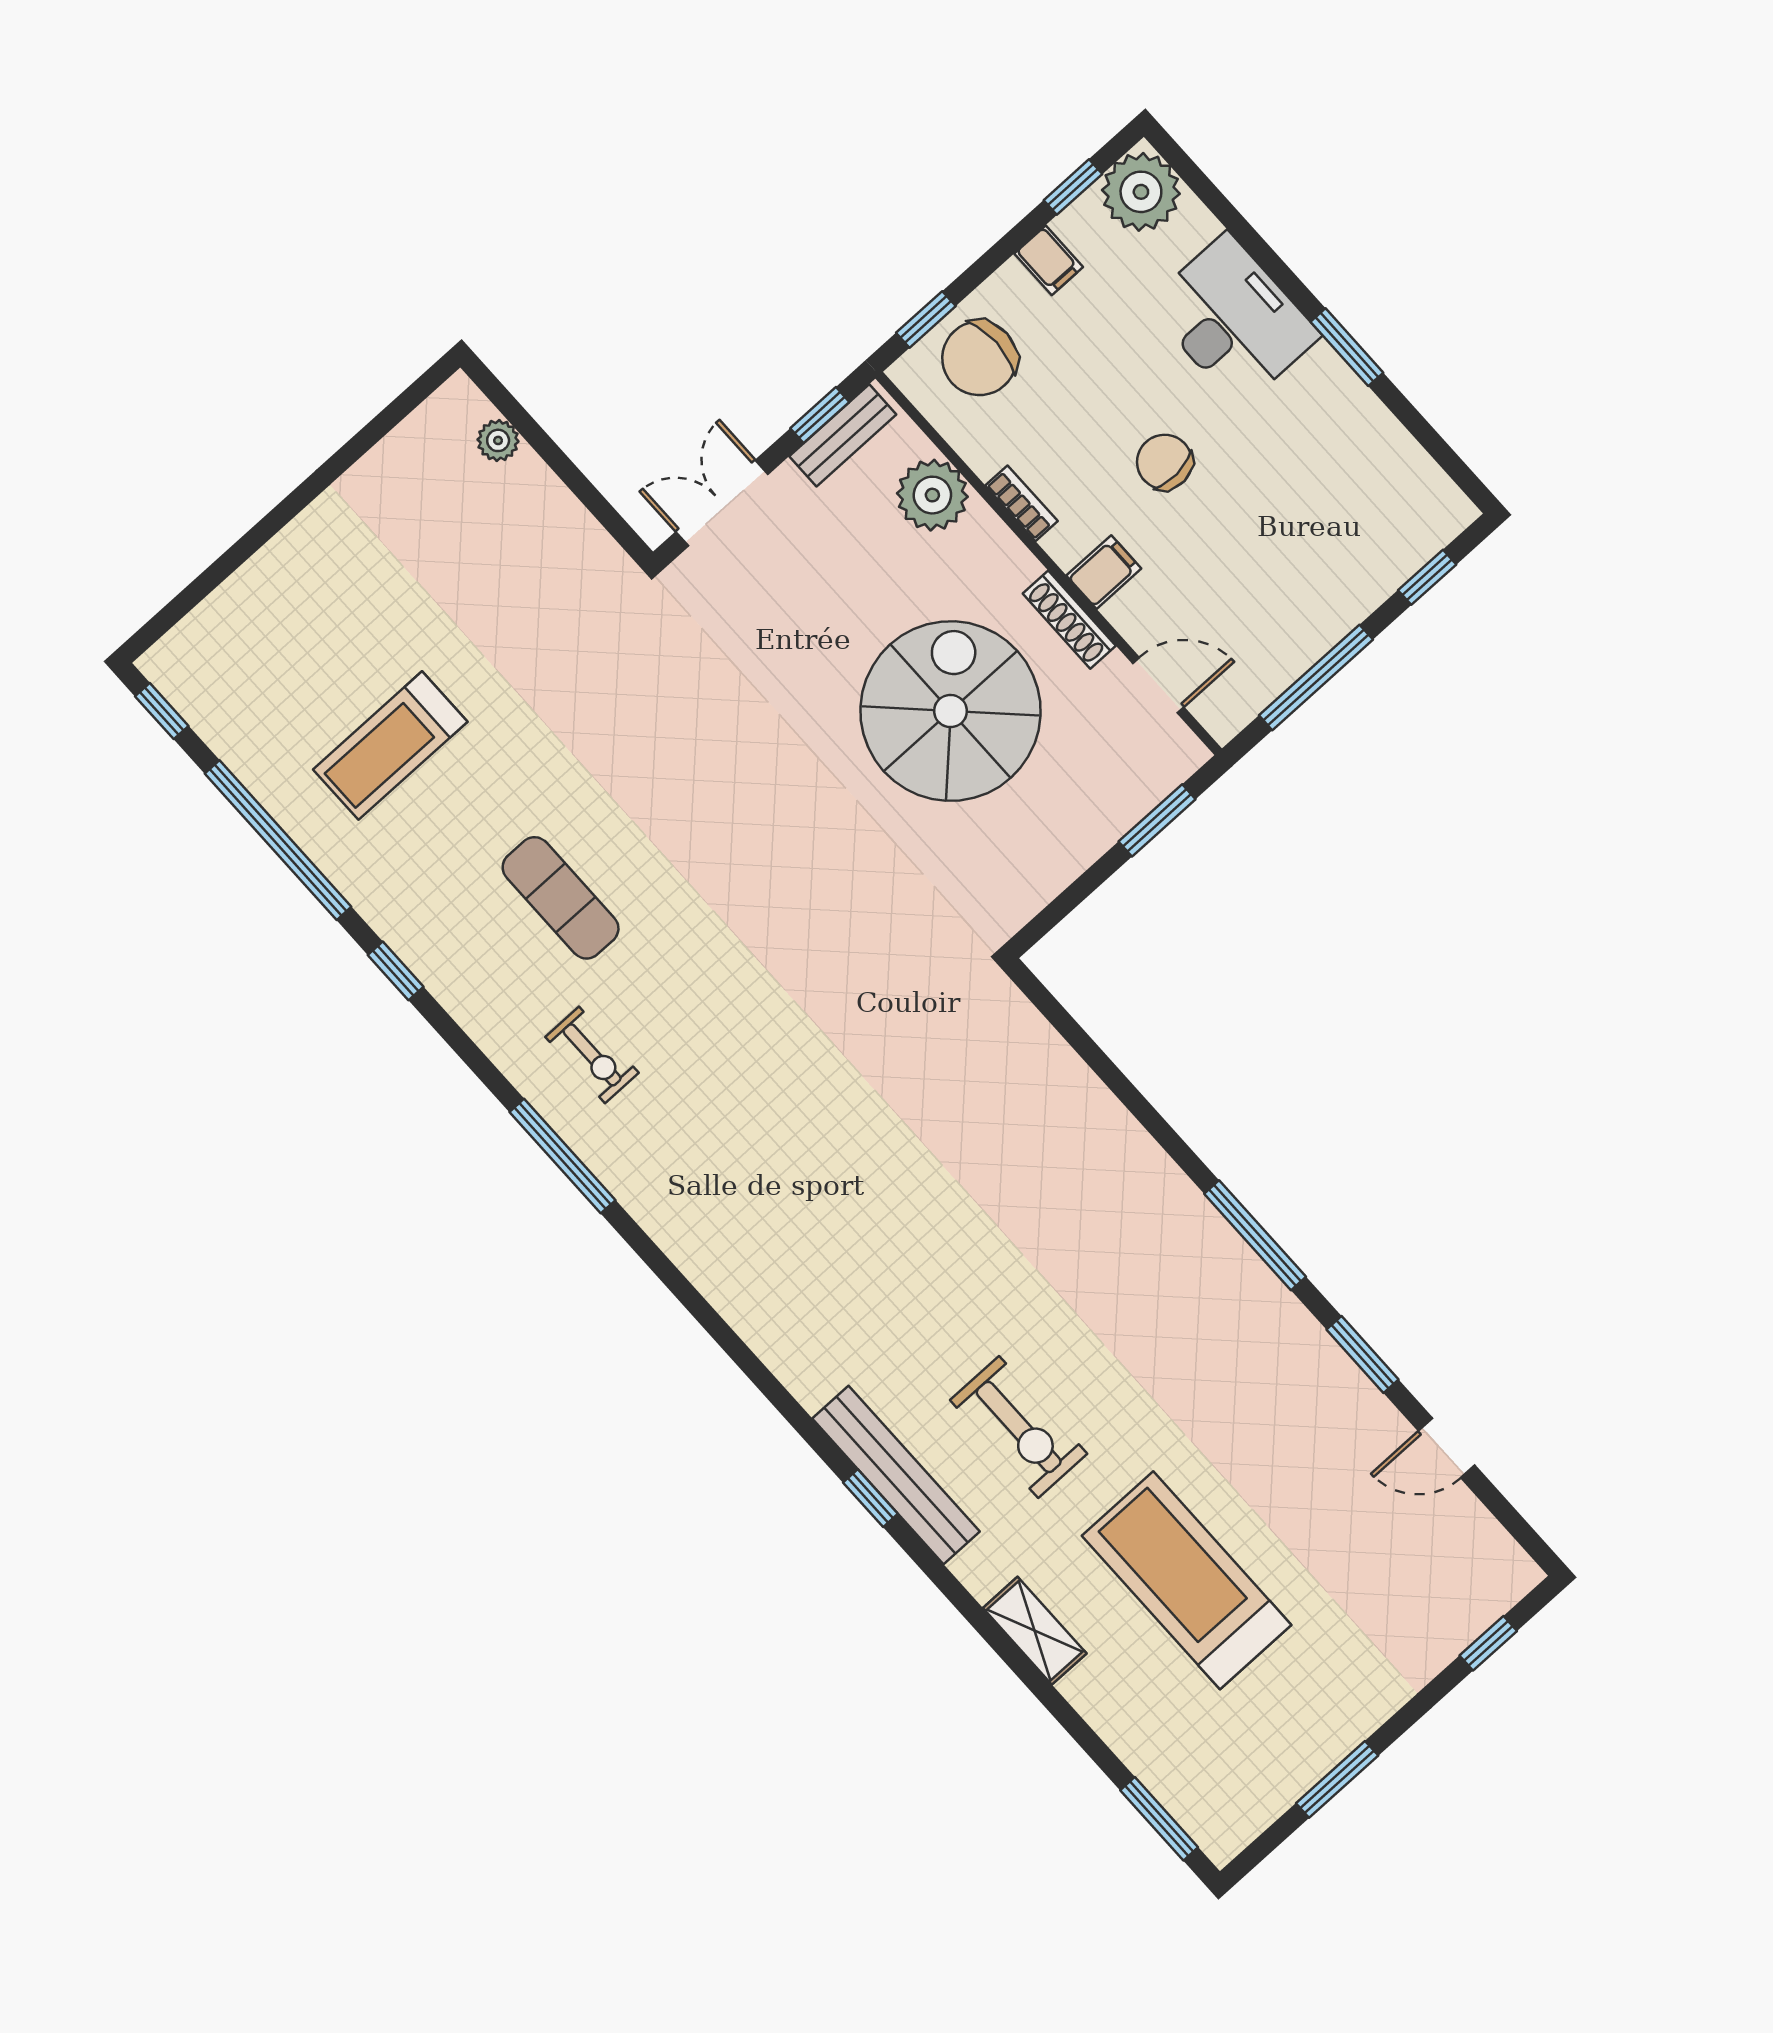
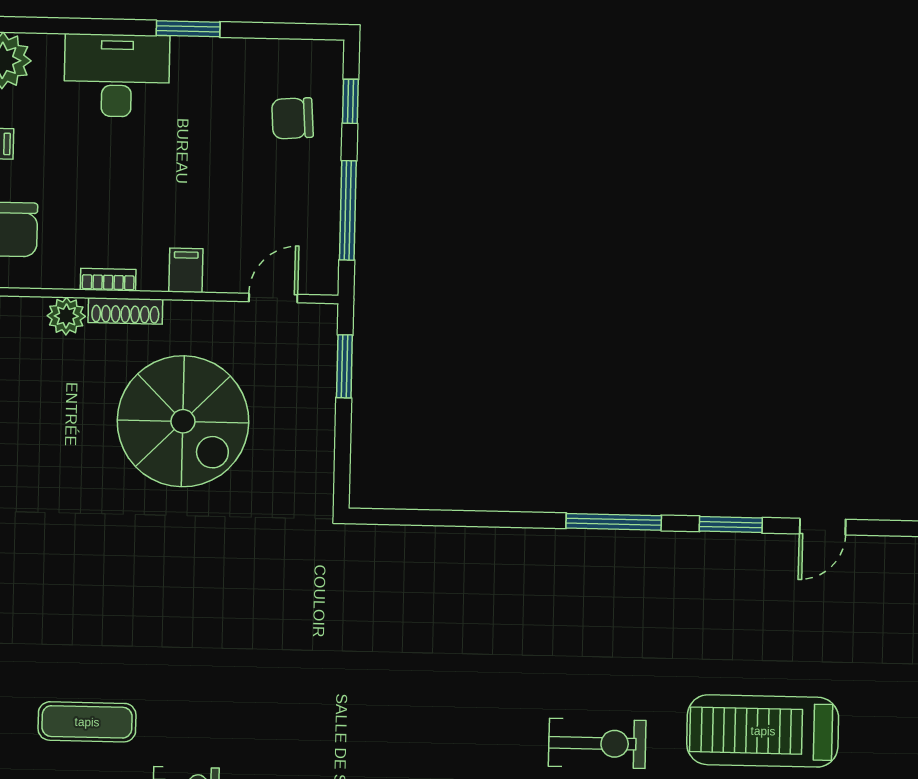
chair: (1165, 462) -> (292, 118), moved
plant: (932, 495) -> (66, 316), width x0.73, depth x0.73
shoe rack: (1069, 620) -> (125, 311), moved
spiral stairs: (951, 711) -> (183, 421), turned 180

